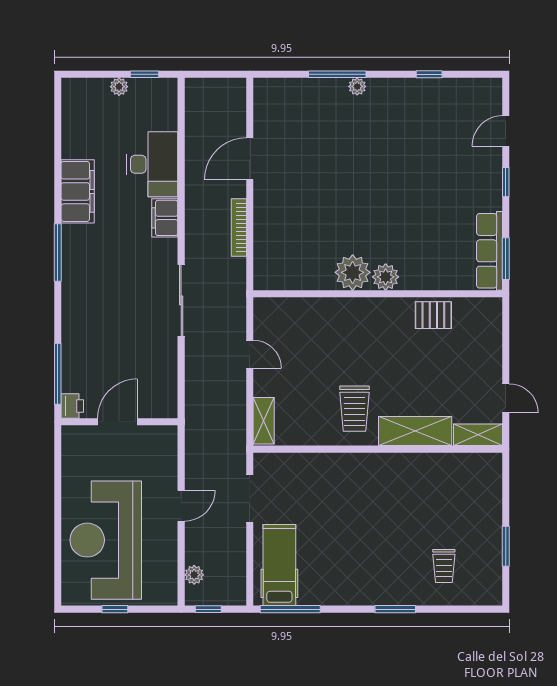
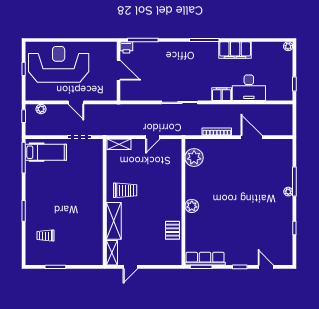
plant: (119, 87) -> (288, 46), moved
plant: (353, 272) -> (194, 158), moved
trolley: (355, 409) -> (125, 190), turned 180

